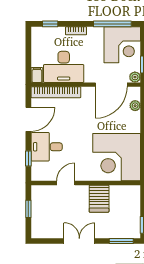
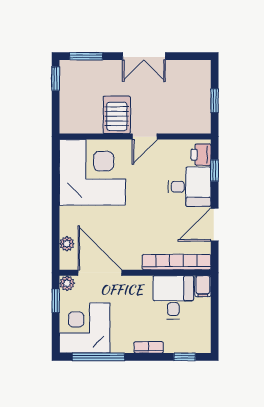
desk: (64, 67) -> (173, 297), width x0.73
door: (111, 85) -> (100, 273), hinge flipped
printer: (38, 170) -> (201, 155), added
door: (66, 183) -> (145, 137), moved

